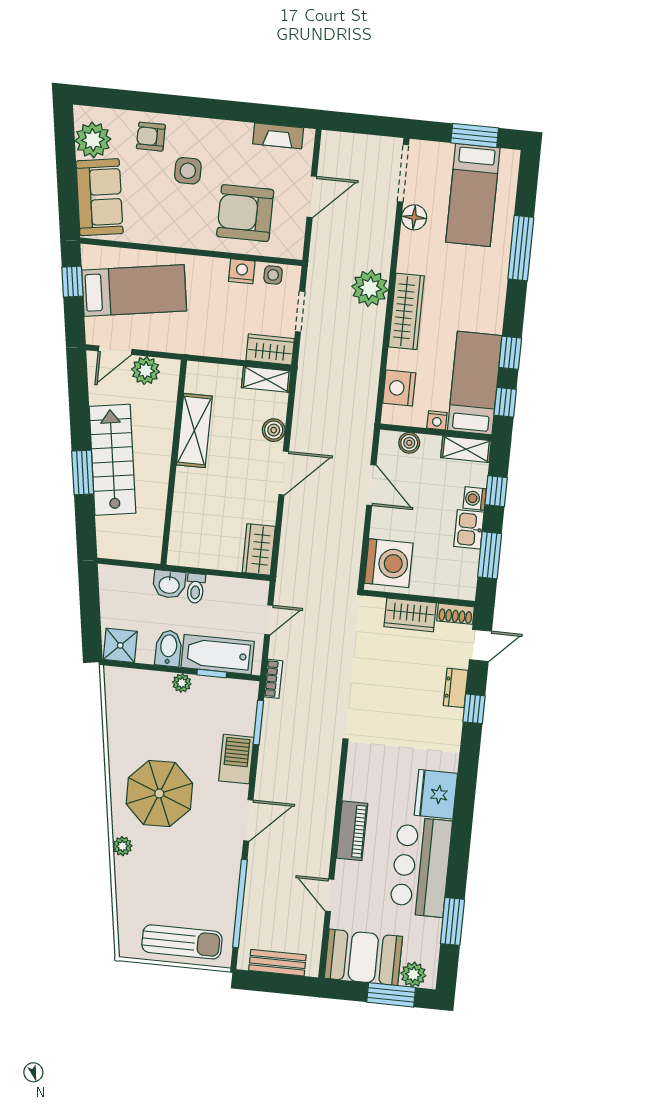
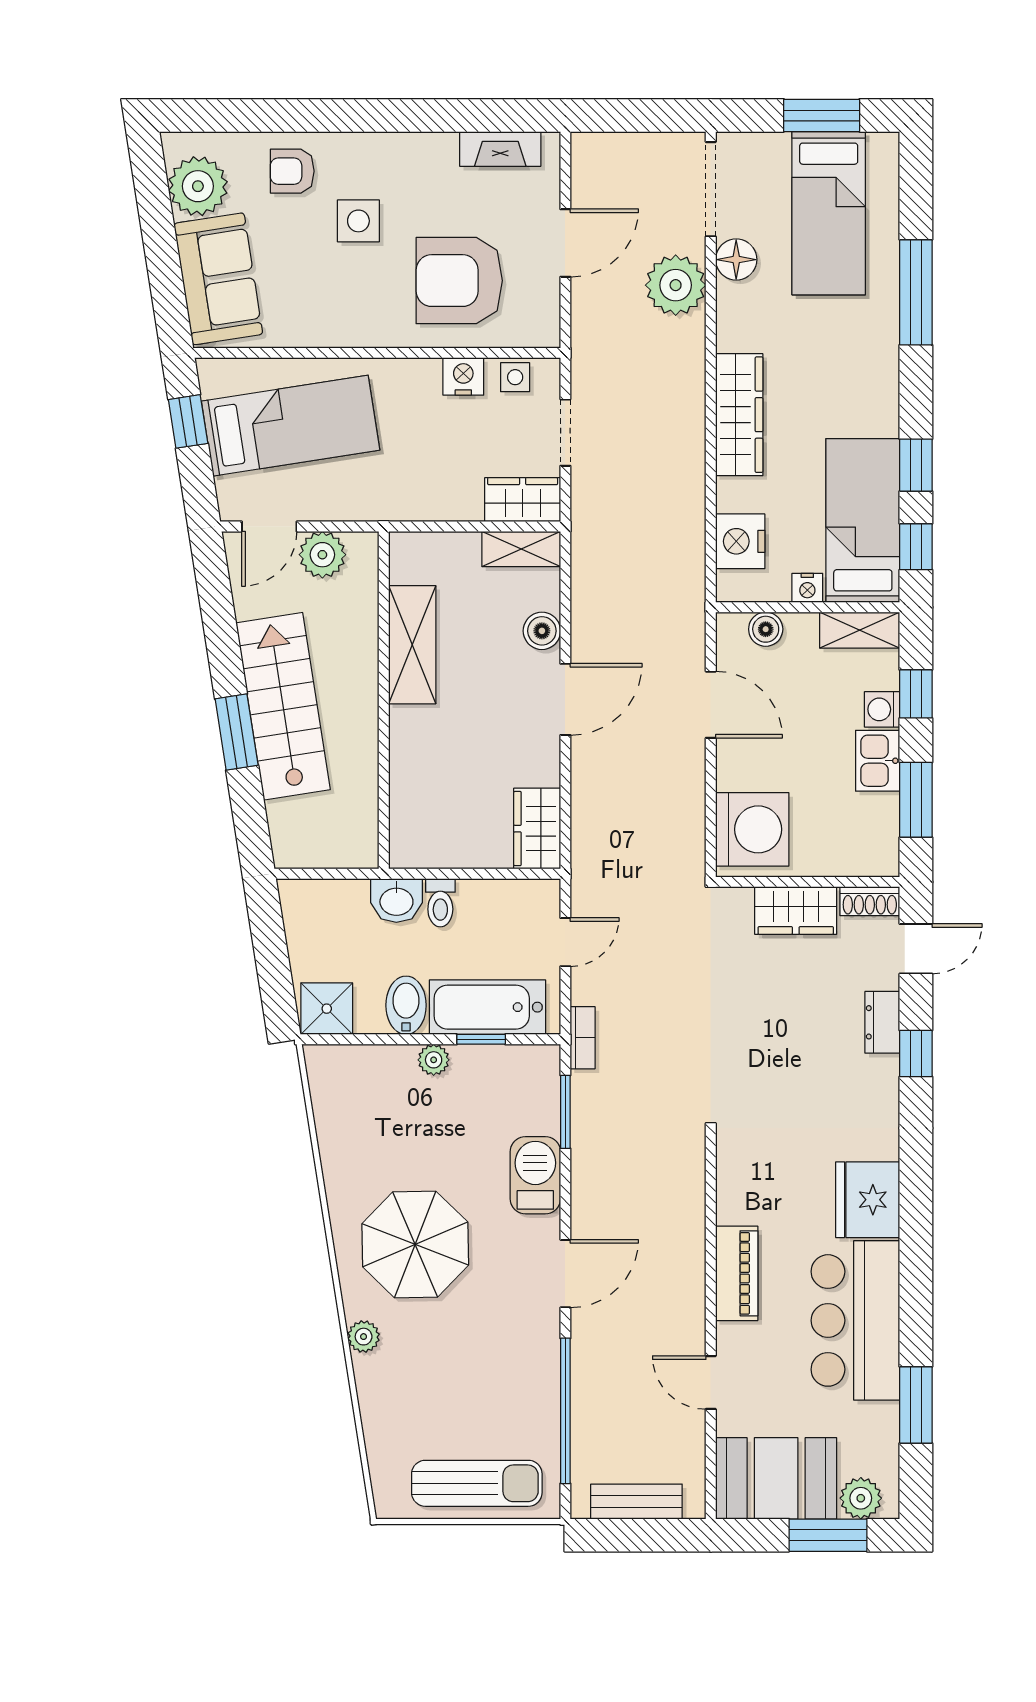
plant: (370, 288) -> (676, 285), moved

